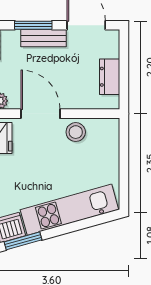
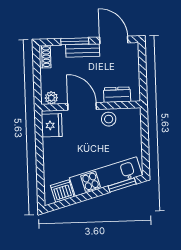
dresser: (110, 77) -> (117, 95), moved, turned 90
window: (23, 241) -> (122, 185), moved

